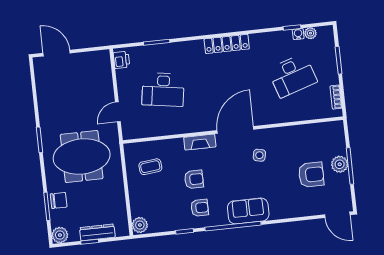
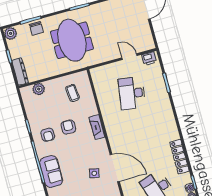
locker: (227, 44) -> (179, 157), moved
door: (118, 112) -> (129, 57), moved
door: (235, 130) -> (115, 168), moved
armchair: (194, 179) -> (68, 127), turned 180
plant: (140, 225) -> (39, 89), moved
dresser: (97, 232) -> (20, 72), moved

